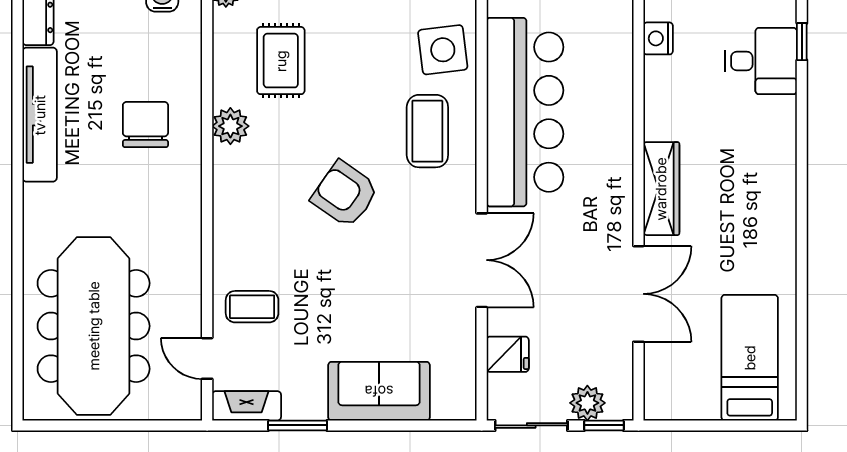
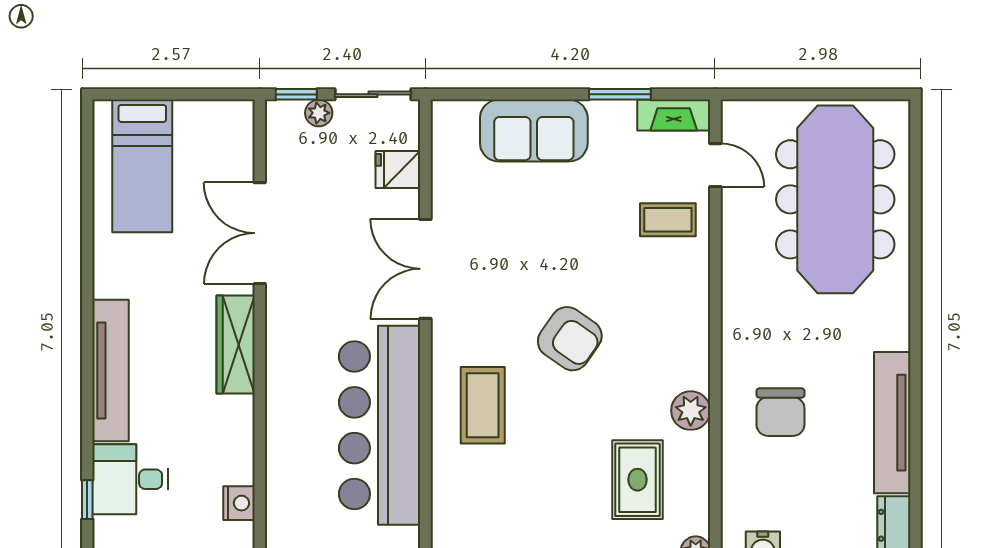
side table: (443, 50) -> (466, 491), removed
tv unit: (780, 164) -> (111, 371), added
plant: (587, 403) -> (319, 113), width x0.73, depth x0.73

